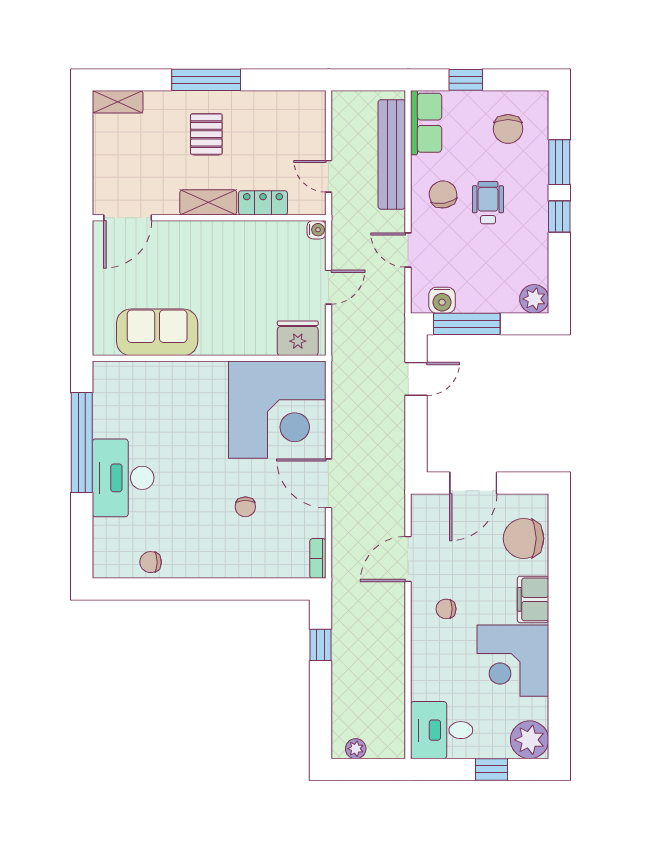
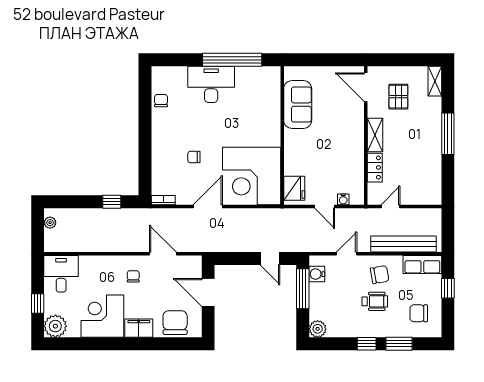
pallet: (206, 134) -> (398, 97), moved, turned 90
water cooler: (317, 230) -> (343, 199), moved

